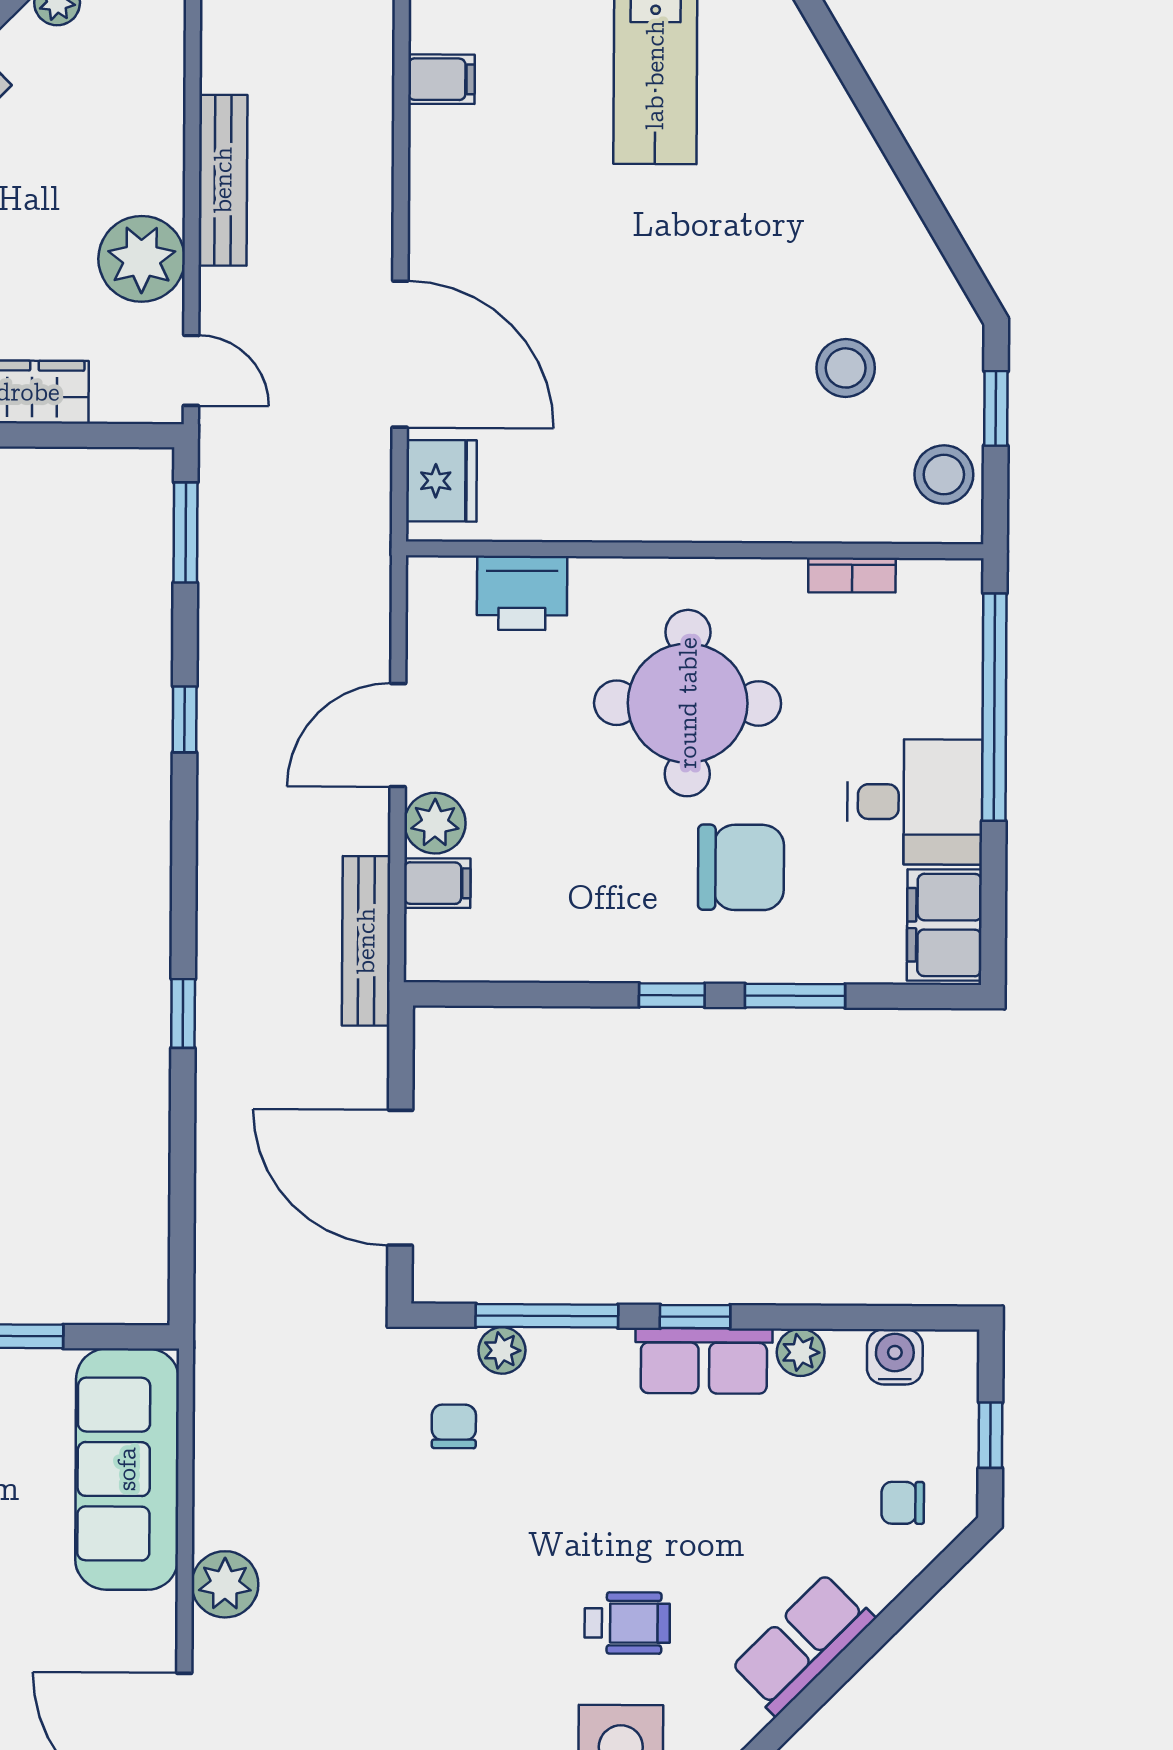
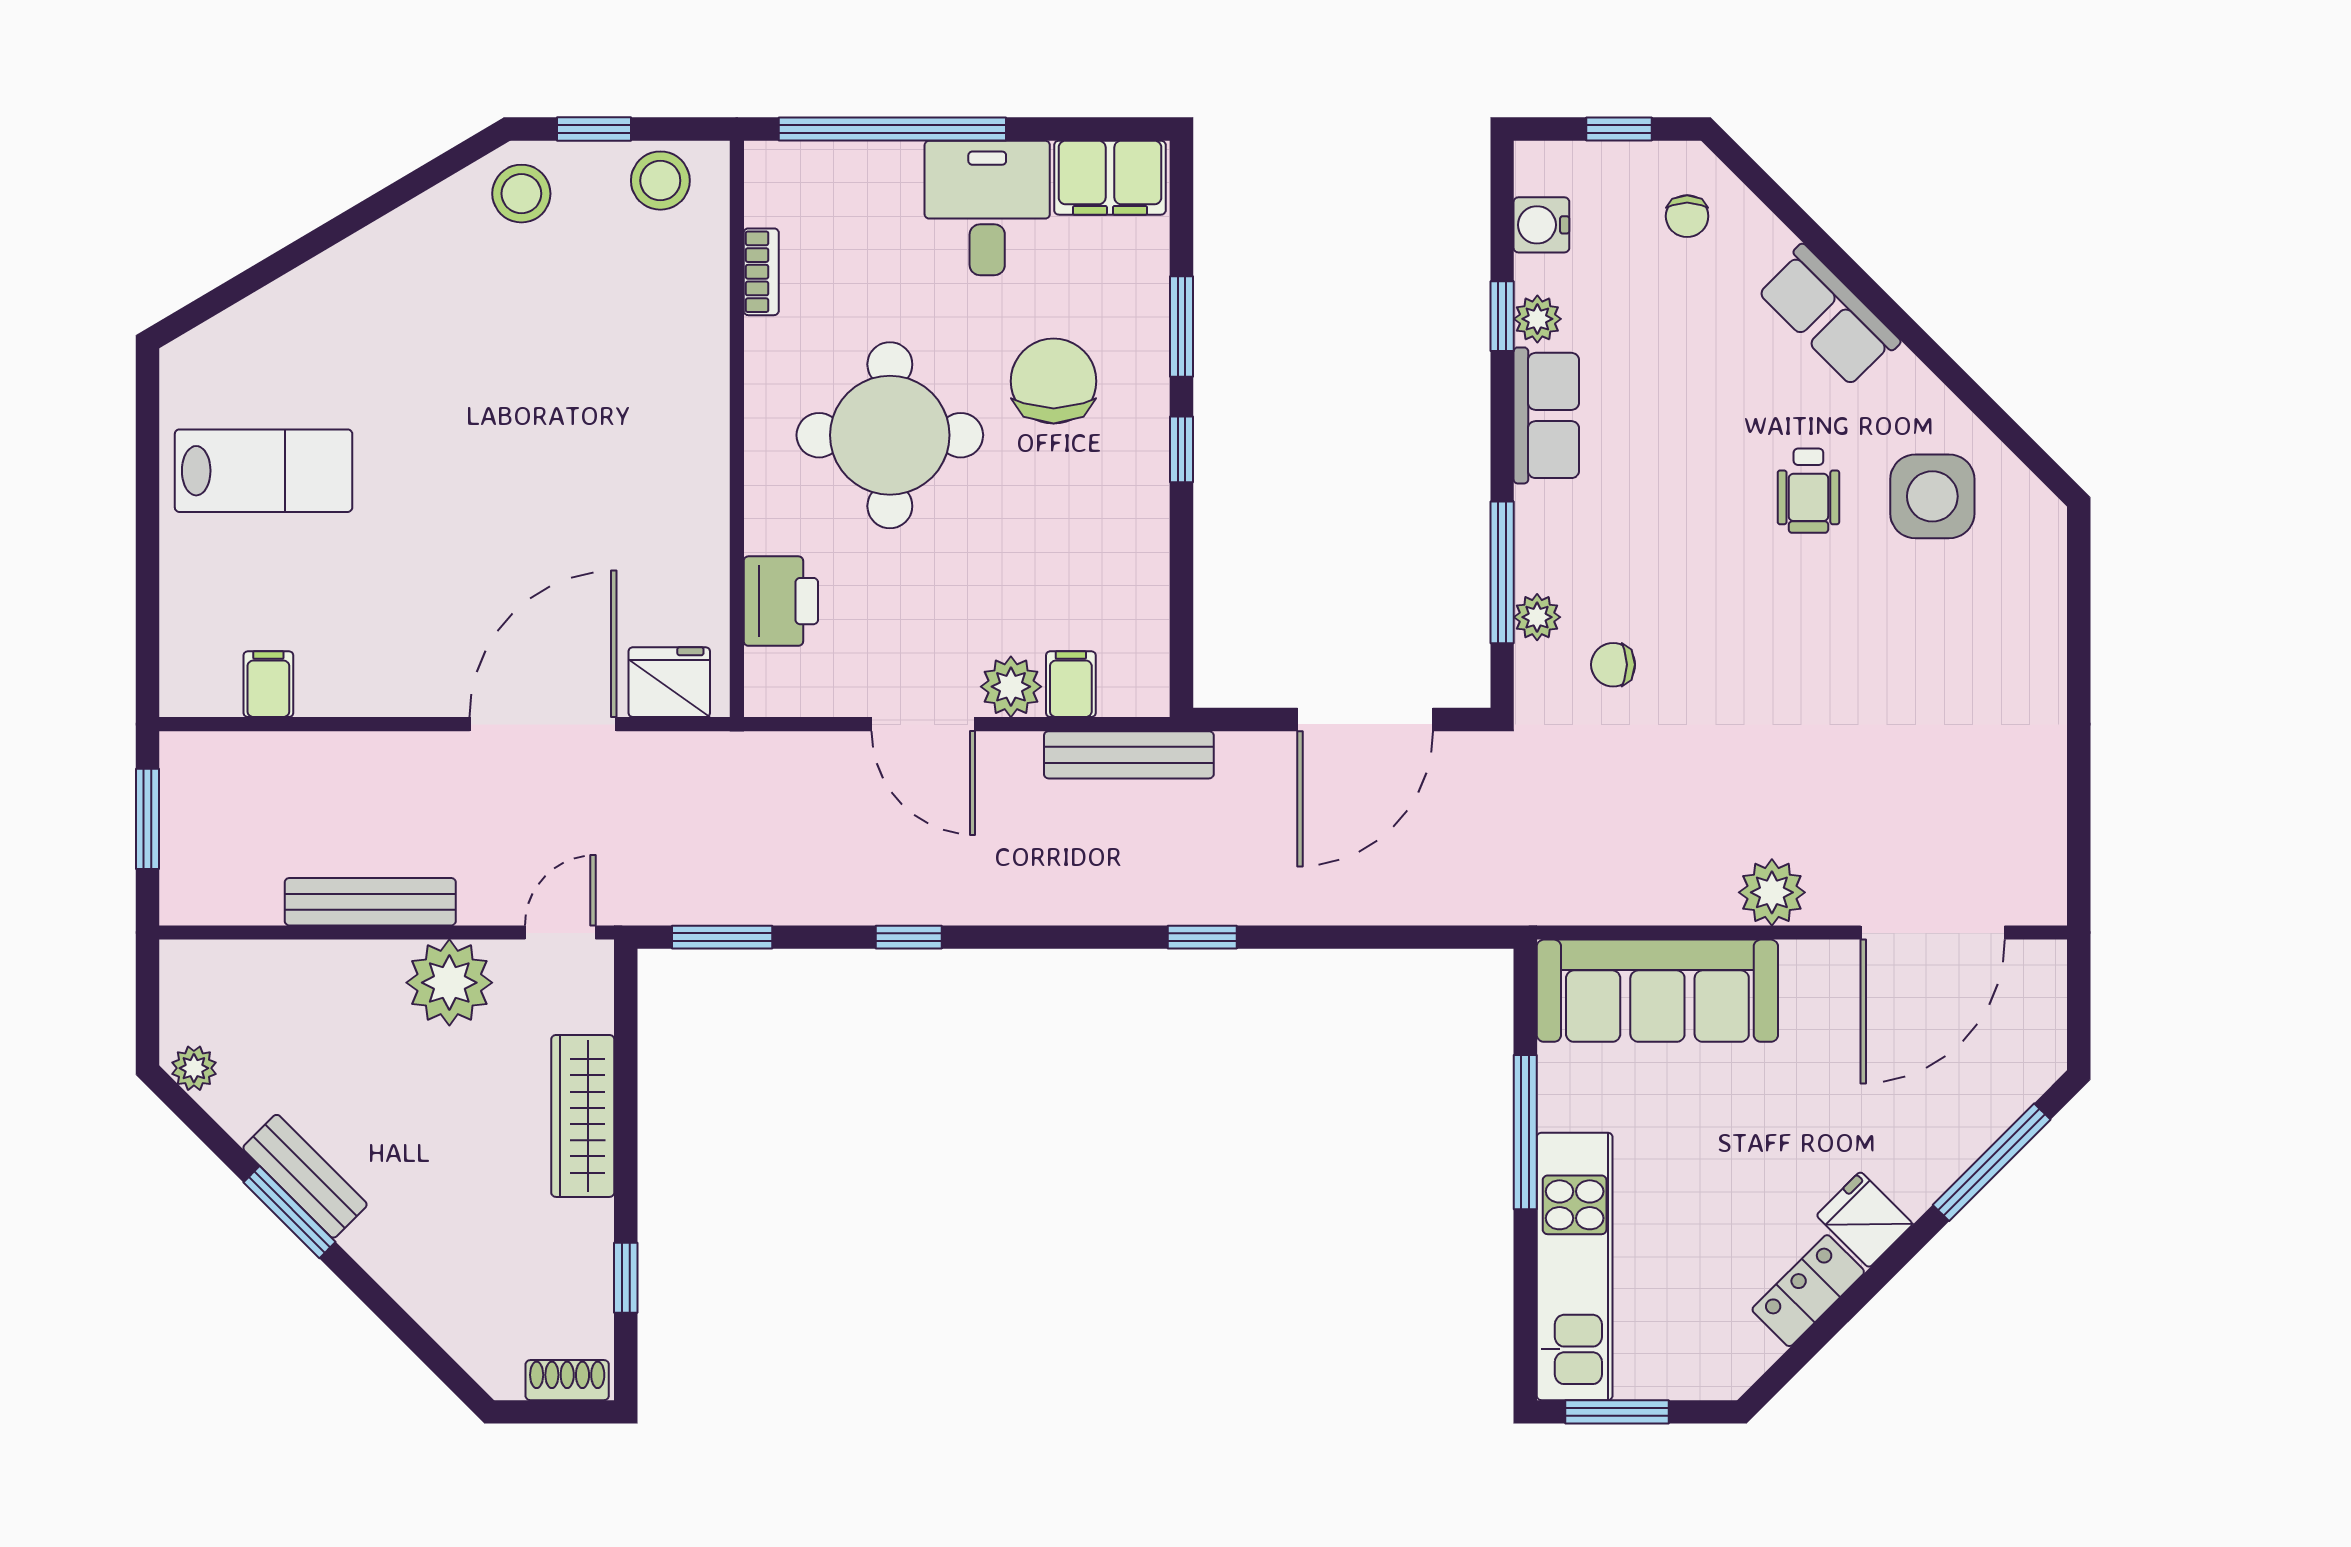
stool: (846, 368) -> (521, 194), moved
window: (695, 1317) -> (1502, 316), moved
wheelchair: (627, 1623) -> (1808, 491), turned 180

